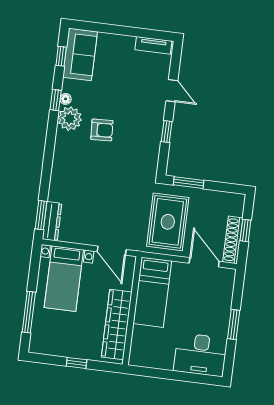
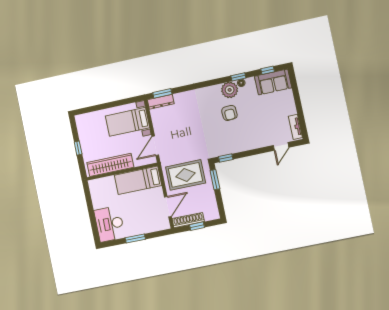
door: (172, 91) -> (281, 146), moved
window: (167, 131) -> (226, 158), moved
window: (29, 312) -> (99, 107), removed

